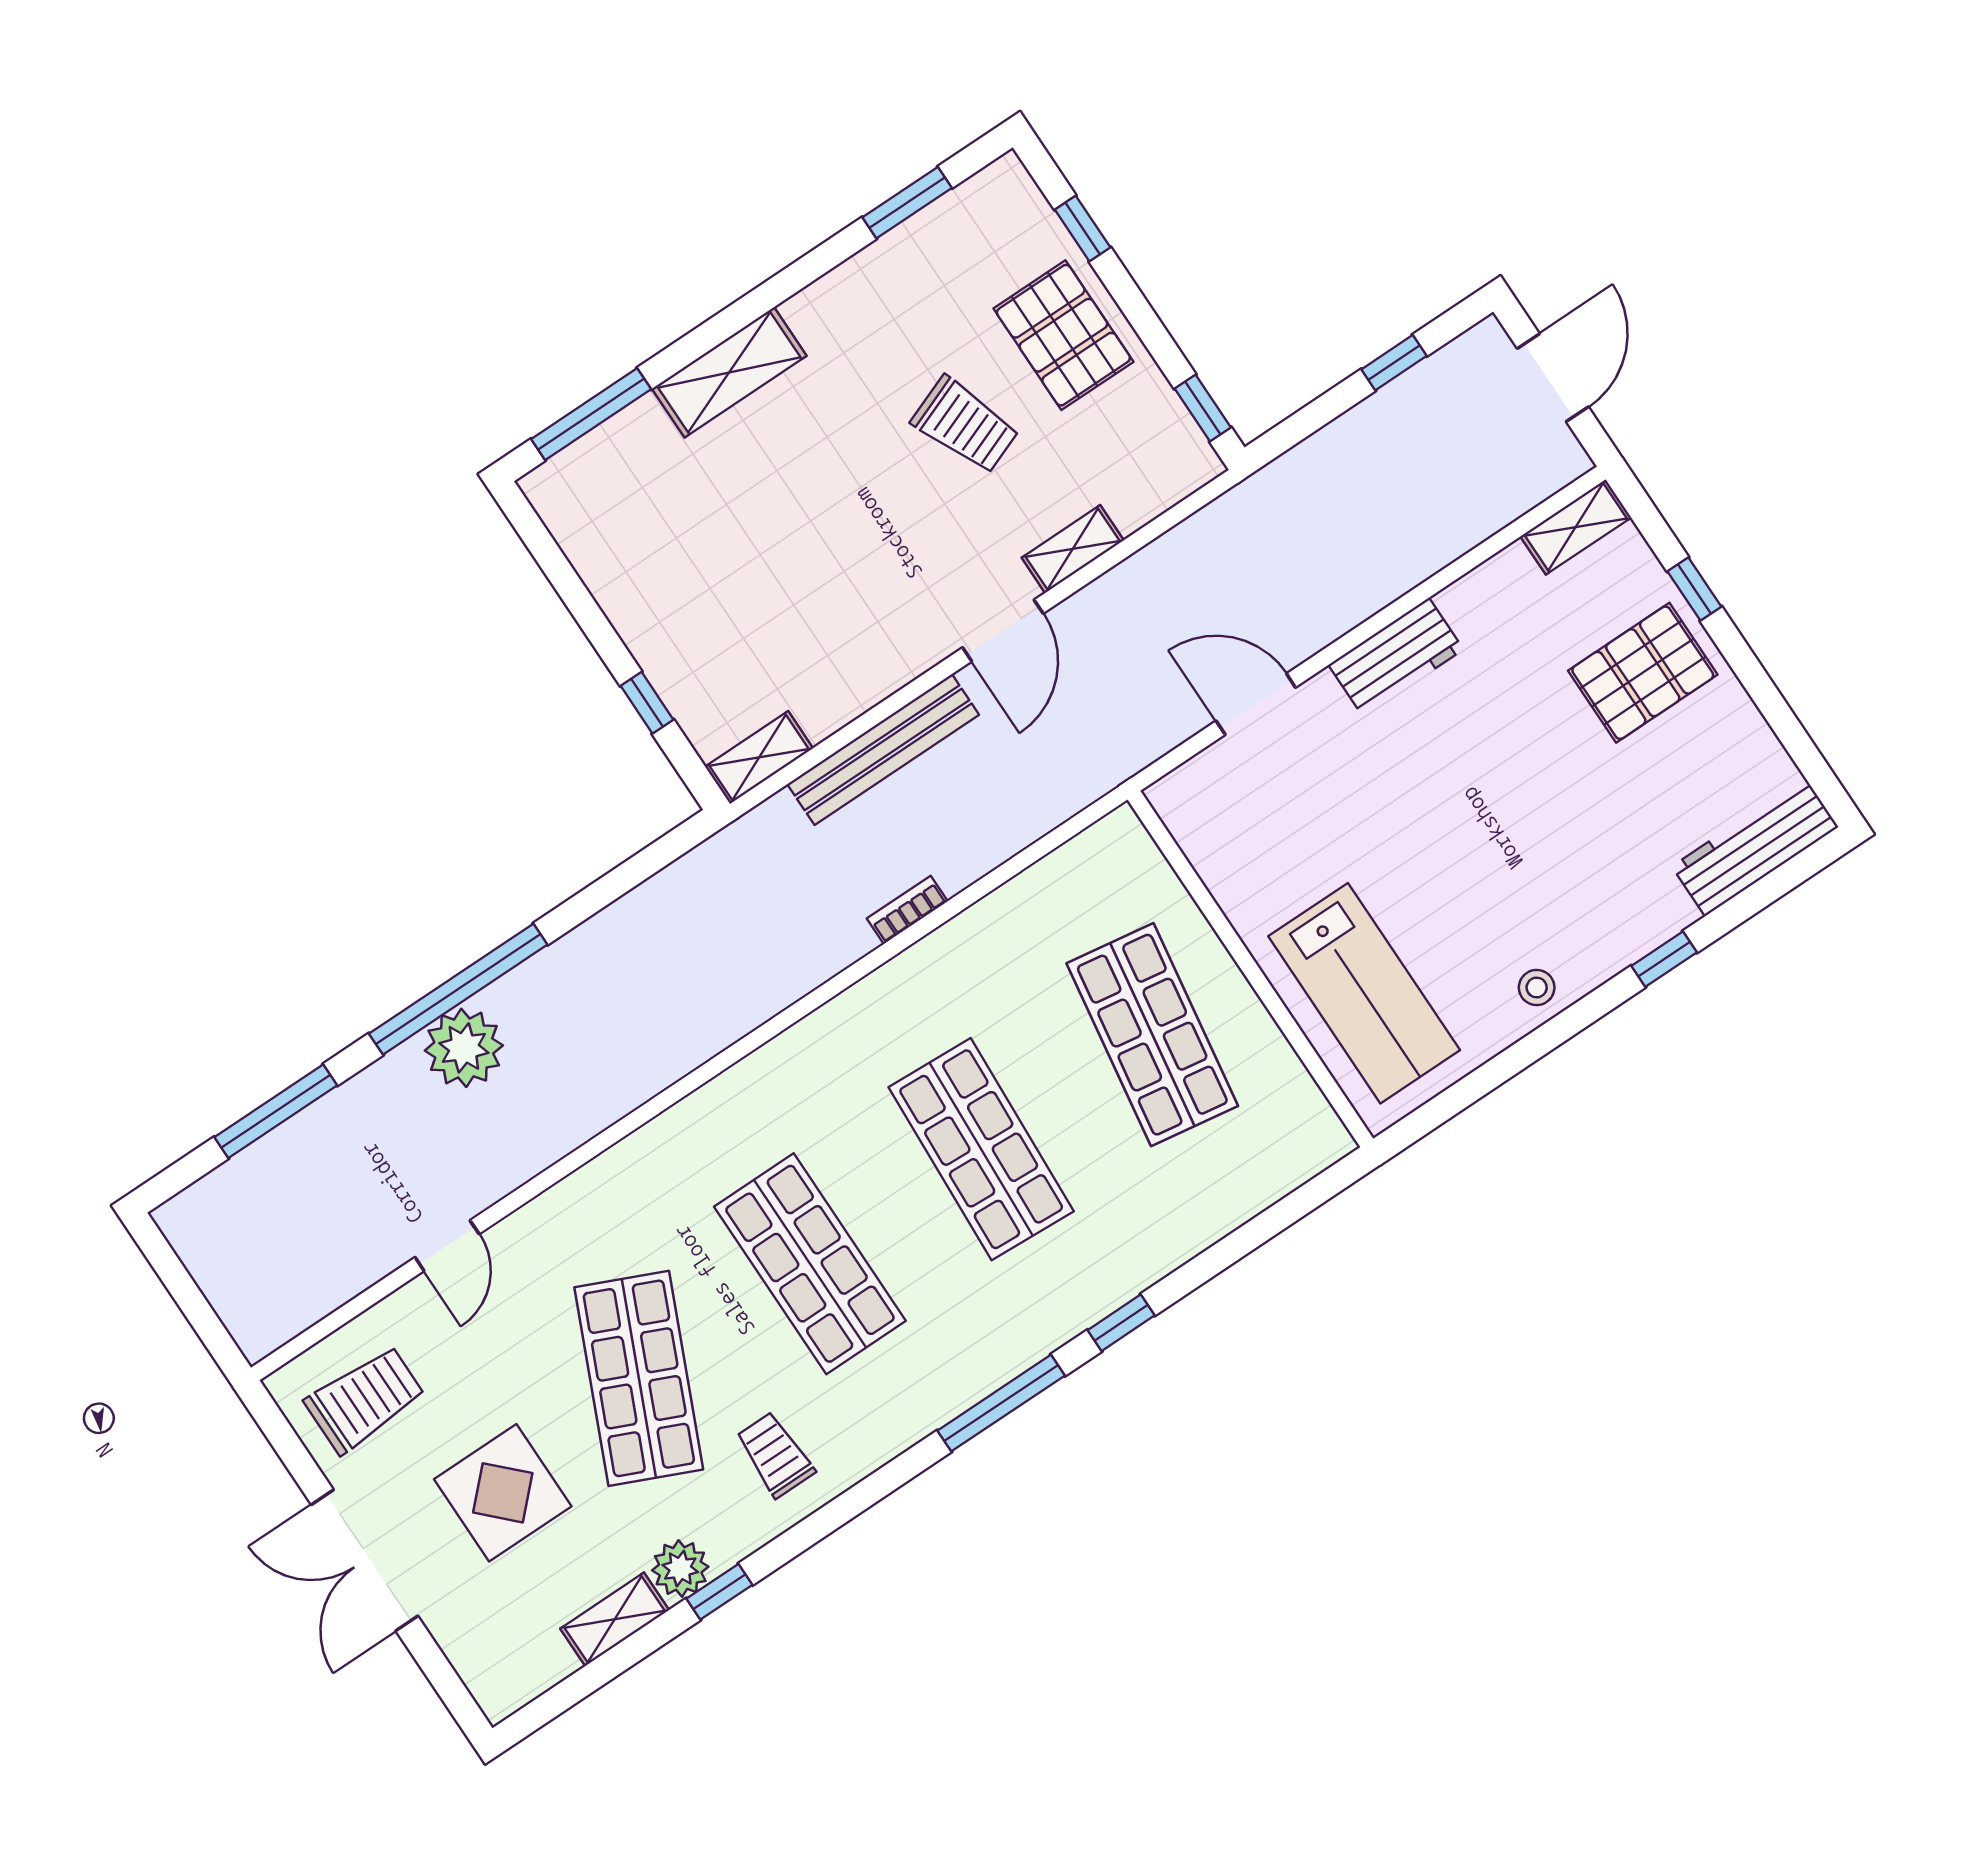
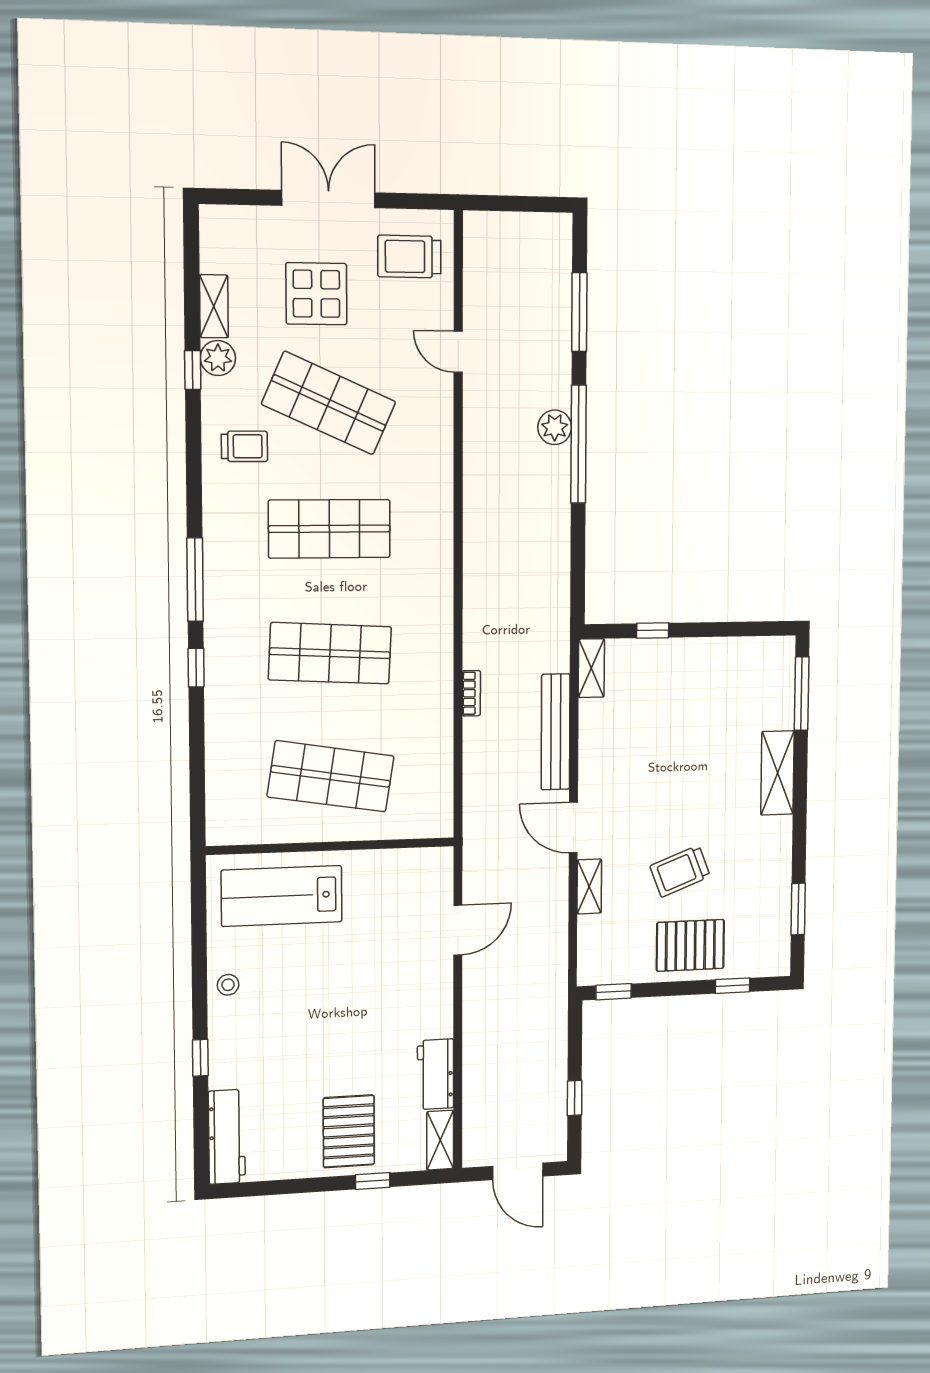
workbench: (1396, 657) -> (436, 1074), moved
plant: (464, 1048) -> (555, 427), width x0.73, depth x0.73
trolley: (365, 1399) -> (409, 257), turned 90

